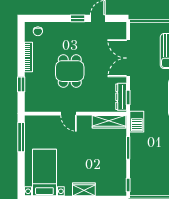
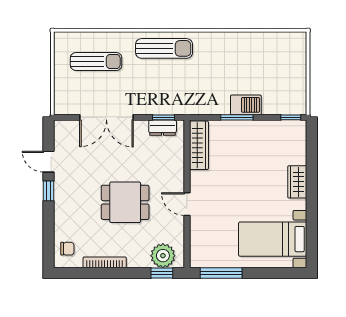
window: (21, 84) -> (162, 273), moved
plant: (33, 97) -> (163, 256), added
dresser: (121, 97) -> (163, 128), width x0.70
door: (69, 114) -> (187, 204), swing flipped
barbecue: (137, 122) -> (246, 105), moved

